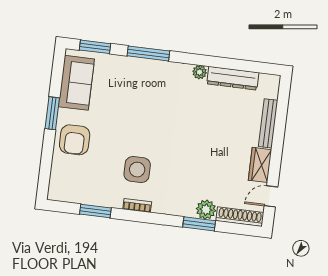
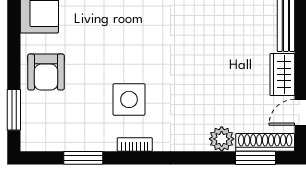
window: (52, 113) -> (14, 110), moved
window: (199, 224) -> (256, 158), moved

